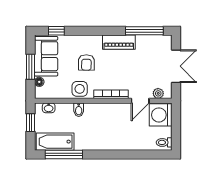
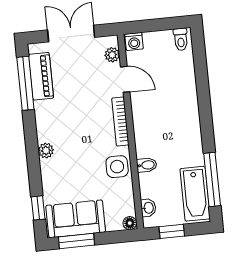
plant: (96, 40) -> (46, 151), added
piano: (119, 42) -> (41, 76), moved
armchair: (86, 62) -> (79, 161), removed
window: (30, 67) -> (77, 241), moved
floor lamp: (39, 82) -> (130, 223), moved
washing machine: (161, 115) -> (134, 42), width x0.53, depth x0.53

